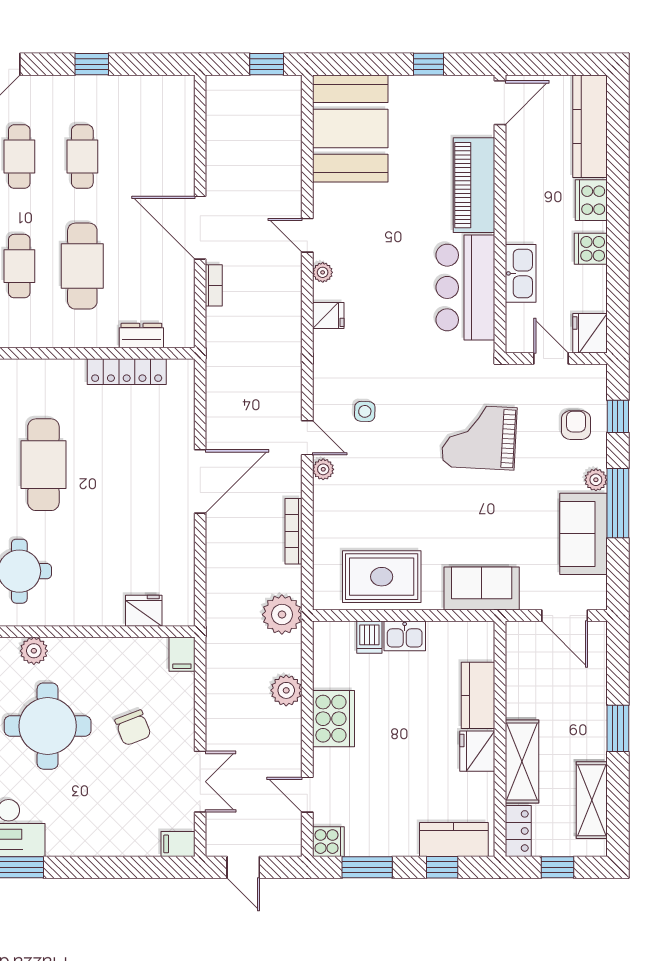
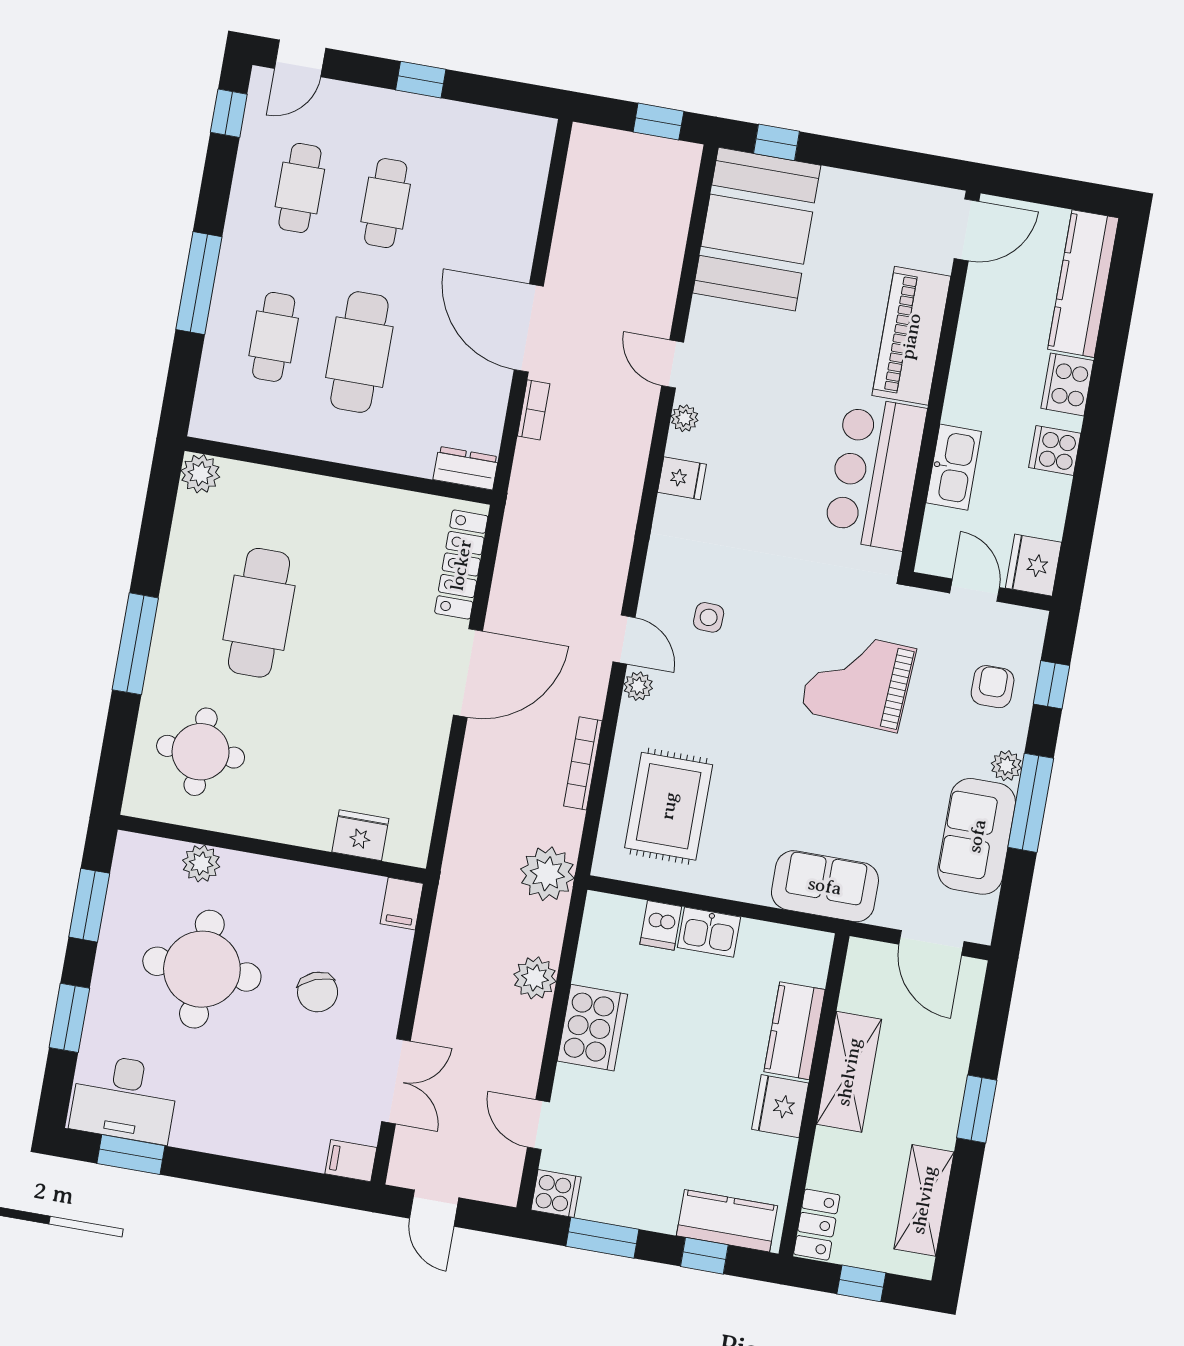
window: (428, 64) -> (777, 142), moved
dresser: (141, 335) -> (466, 468), moved
locker: (127, 372) -> (461, 565), moved, turned 90
rug: (382, 577) -> (669, 806), moved, turned 90
shelving: (522, 762) -> (849, 1072), moved

